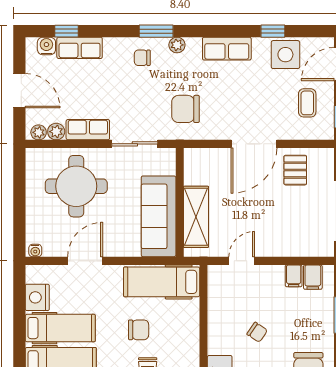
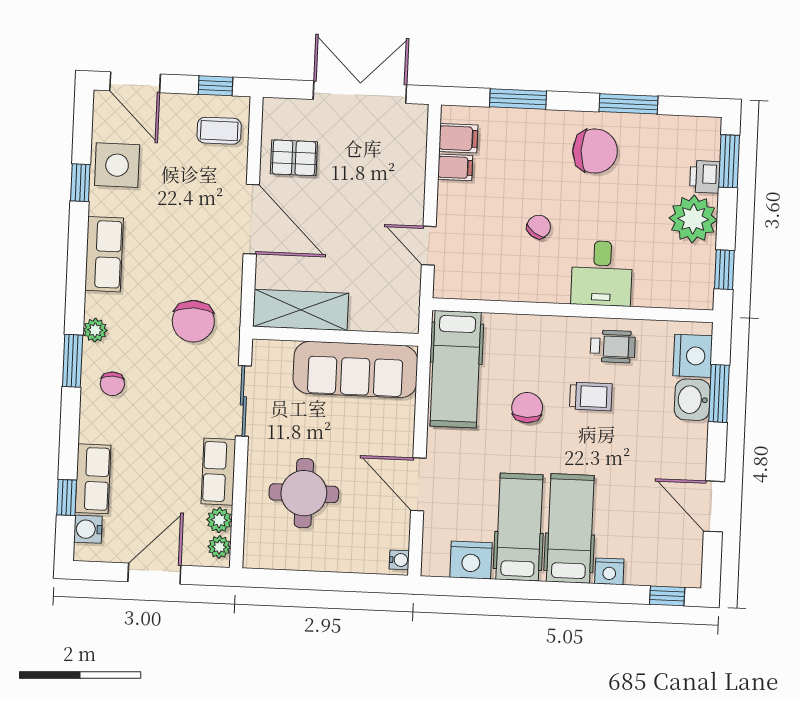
coffee table: (307, 103) -> (219, 131), moved
round table: (76, 186) -> (304, 493), width x0.73, depth x0.73
shelving: (196, 217) -> (301, 310), moved

